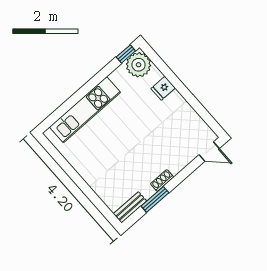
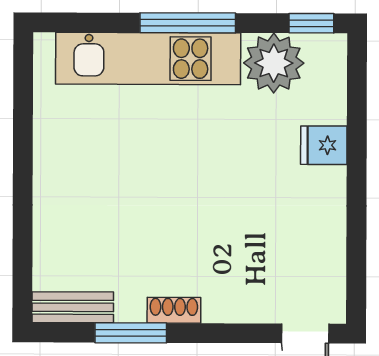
plant: (139, 65) -> (274, 63), moved
window: (87, 88) -> (188, 23), added

